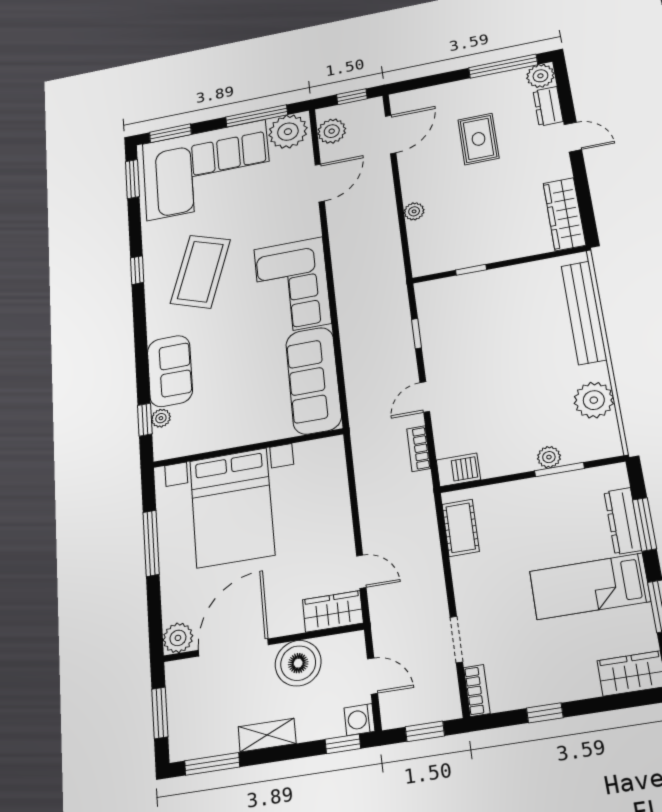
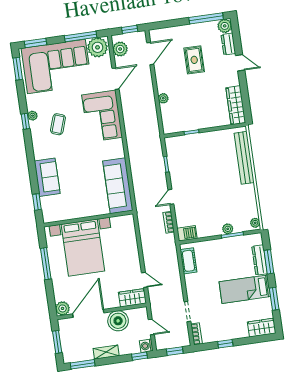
coffee table: (200, 272) -> (58, 124), width x0.54, depth x0.58
corner sofa: (292, 286) -> (102, 116), moved
plant: (594, 400) -> (255, 223), moved, width x0.53, depth x0.53
plant: (161, 418) -> (33, 116), moved

